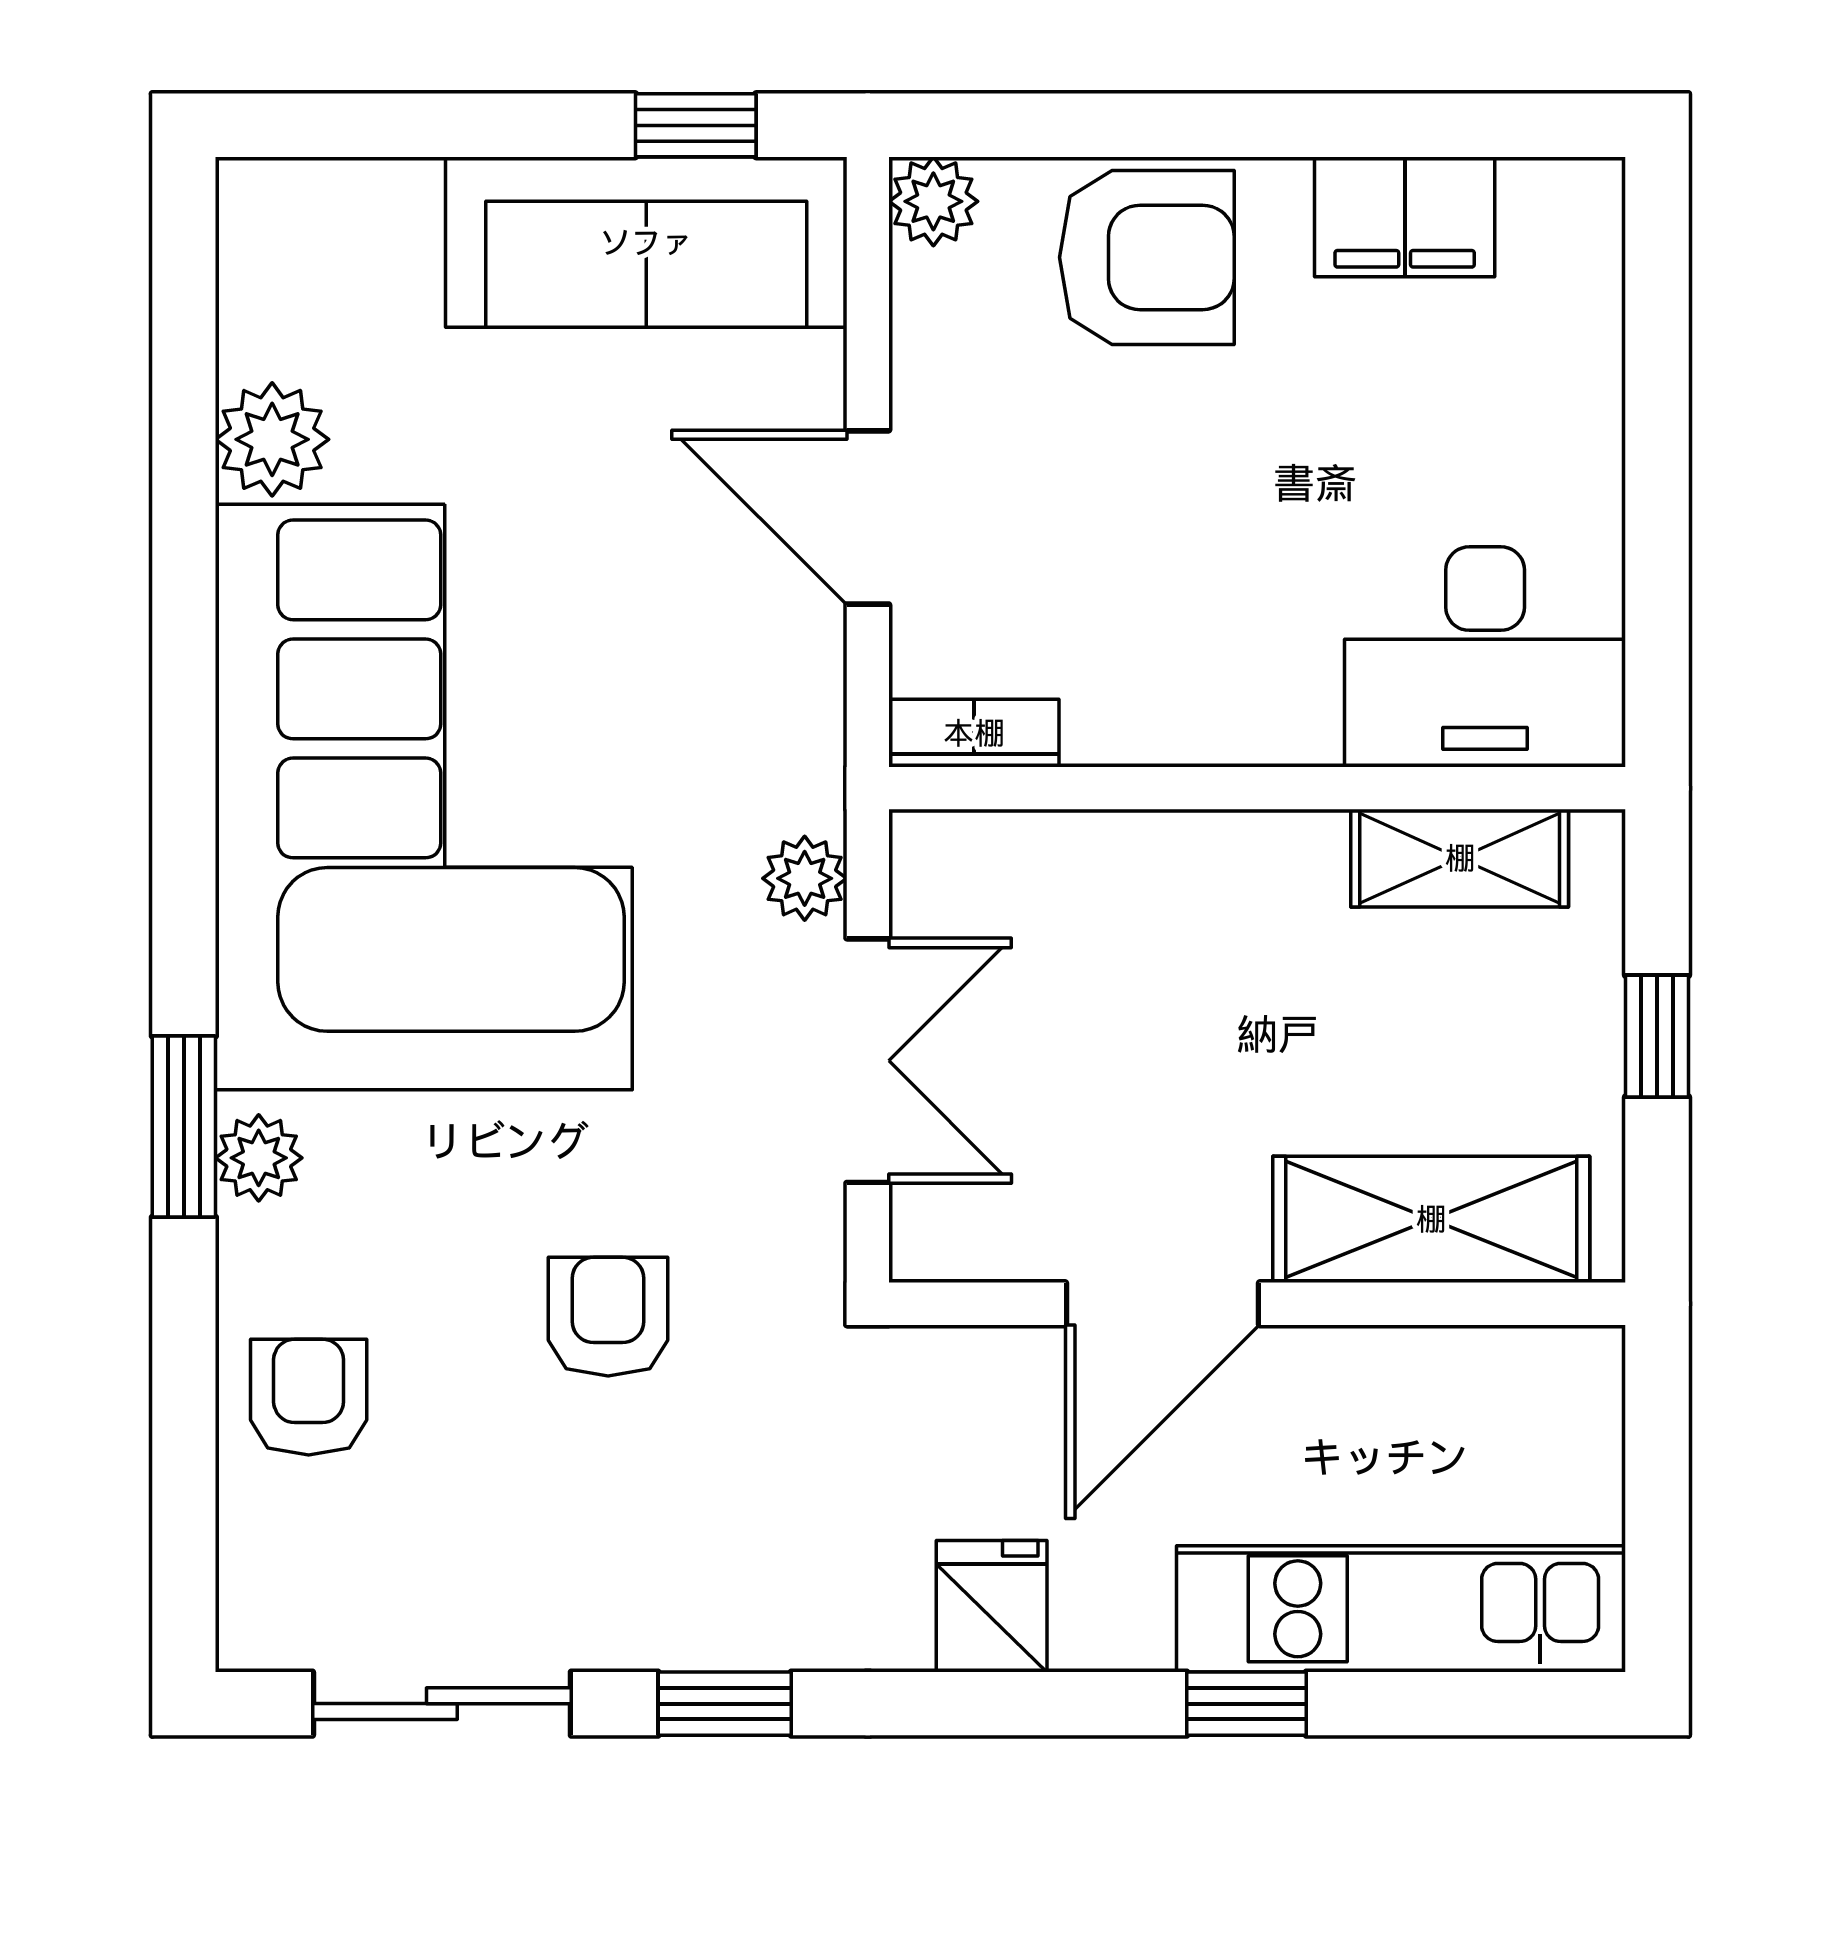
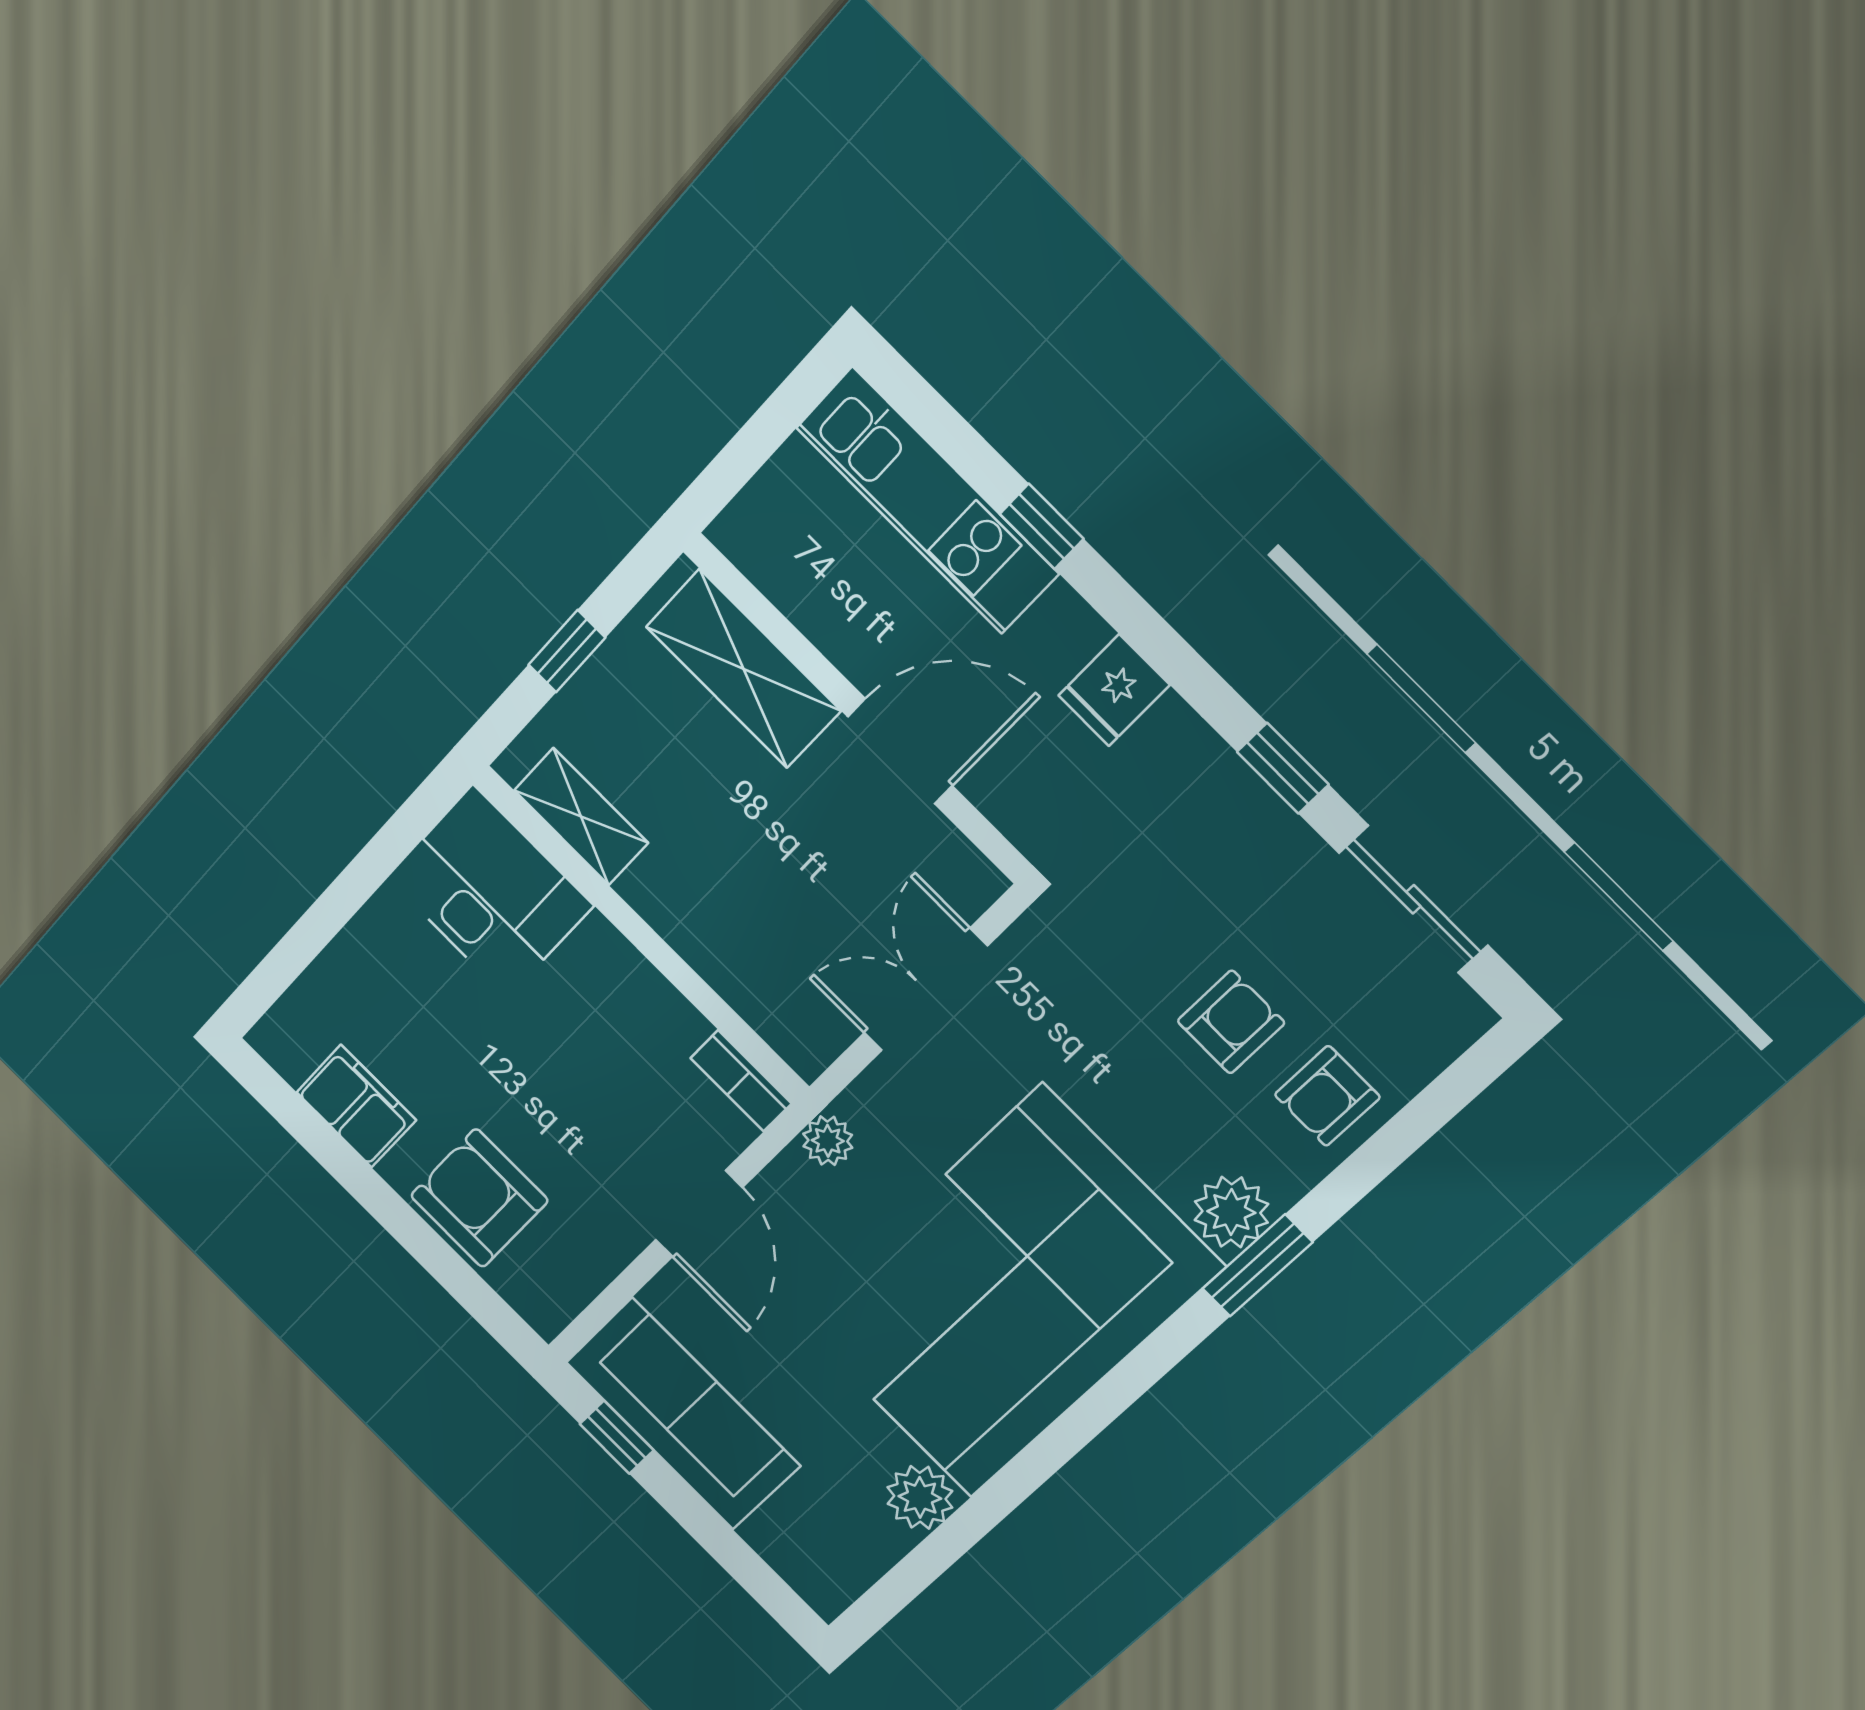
plant: (933, 201) -> (547, 1309), removed
plant: (805, 878) -> (828, 1141), moved
plant: (259, 1158) -> (1231, 1212), width x1.38, depth x1.38
armchair: (608, 1317) -> (1231, 1022), moved, turned 180

